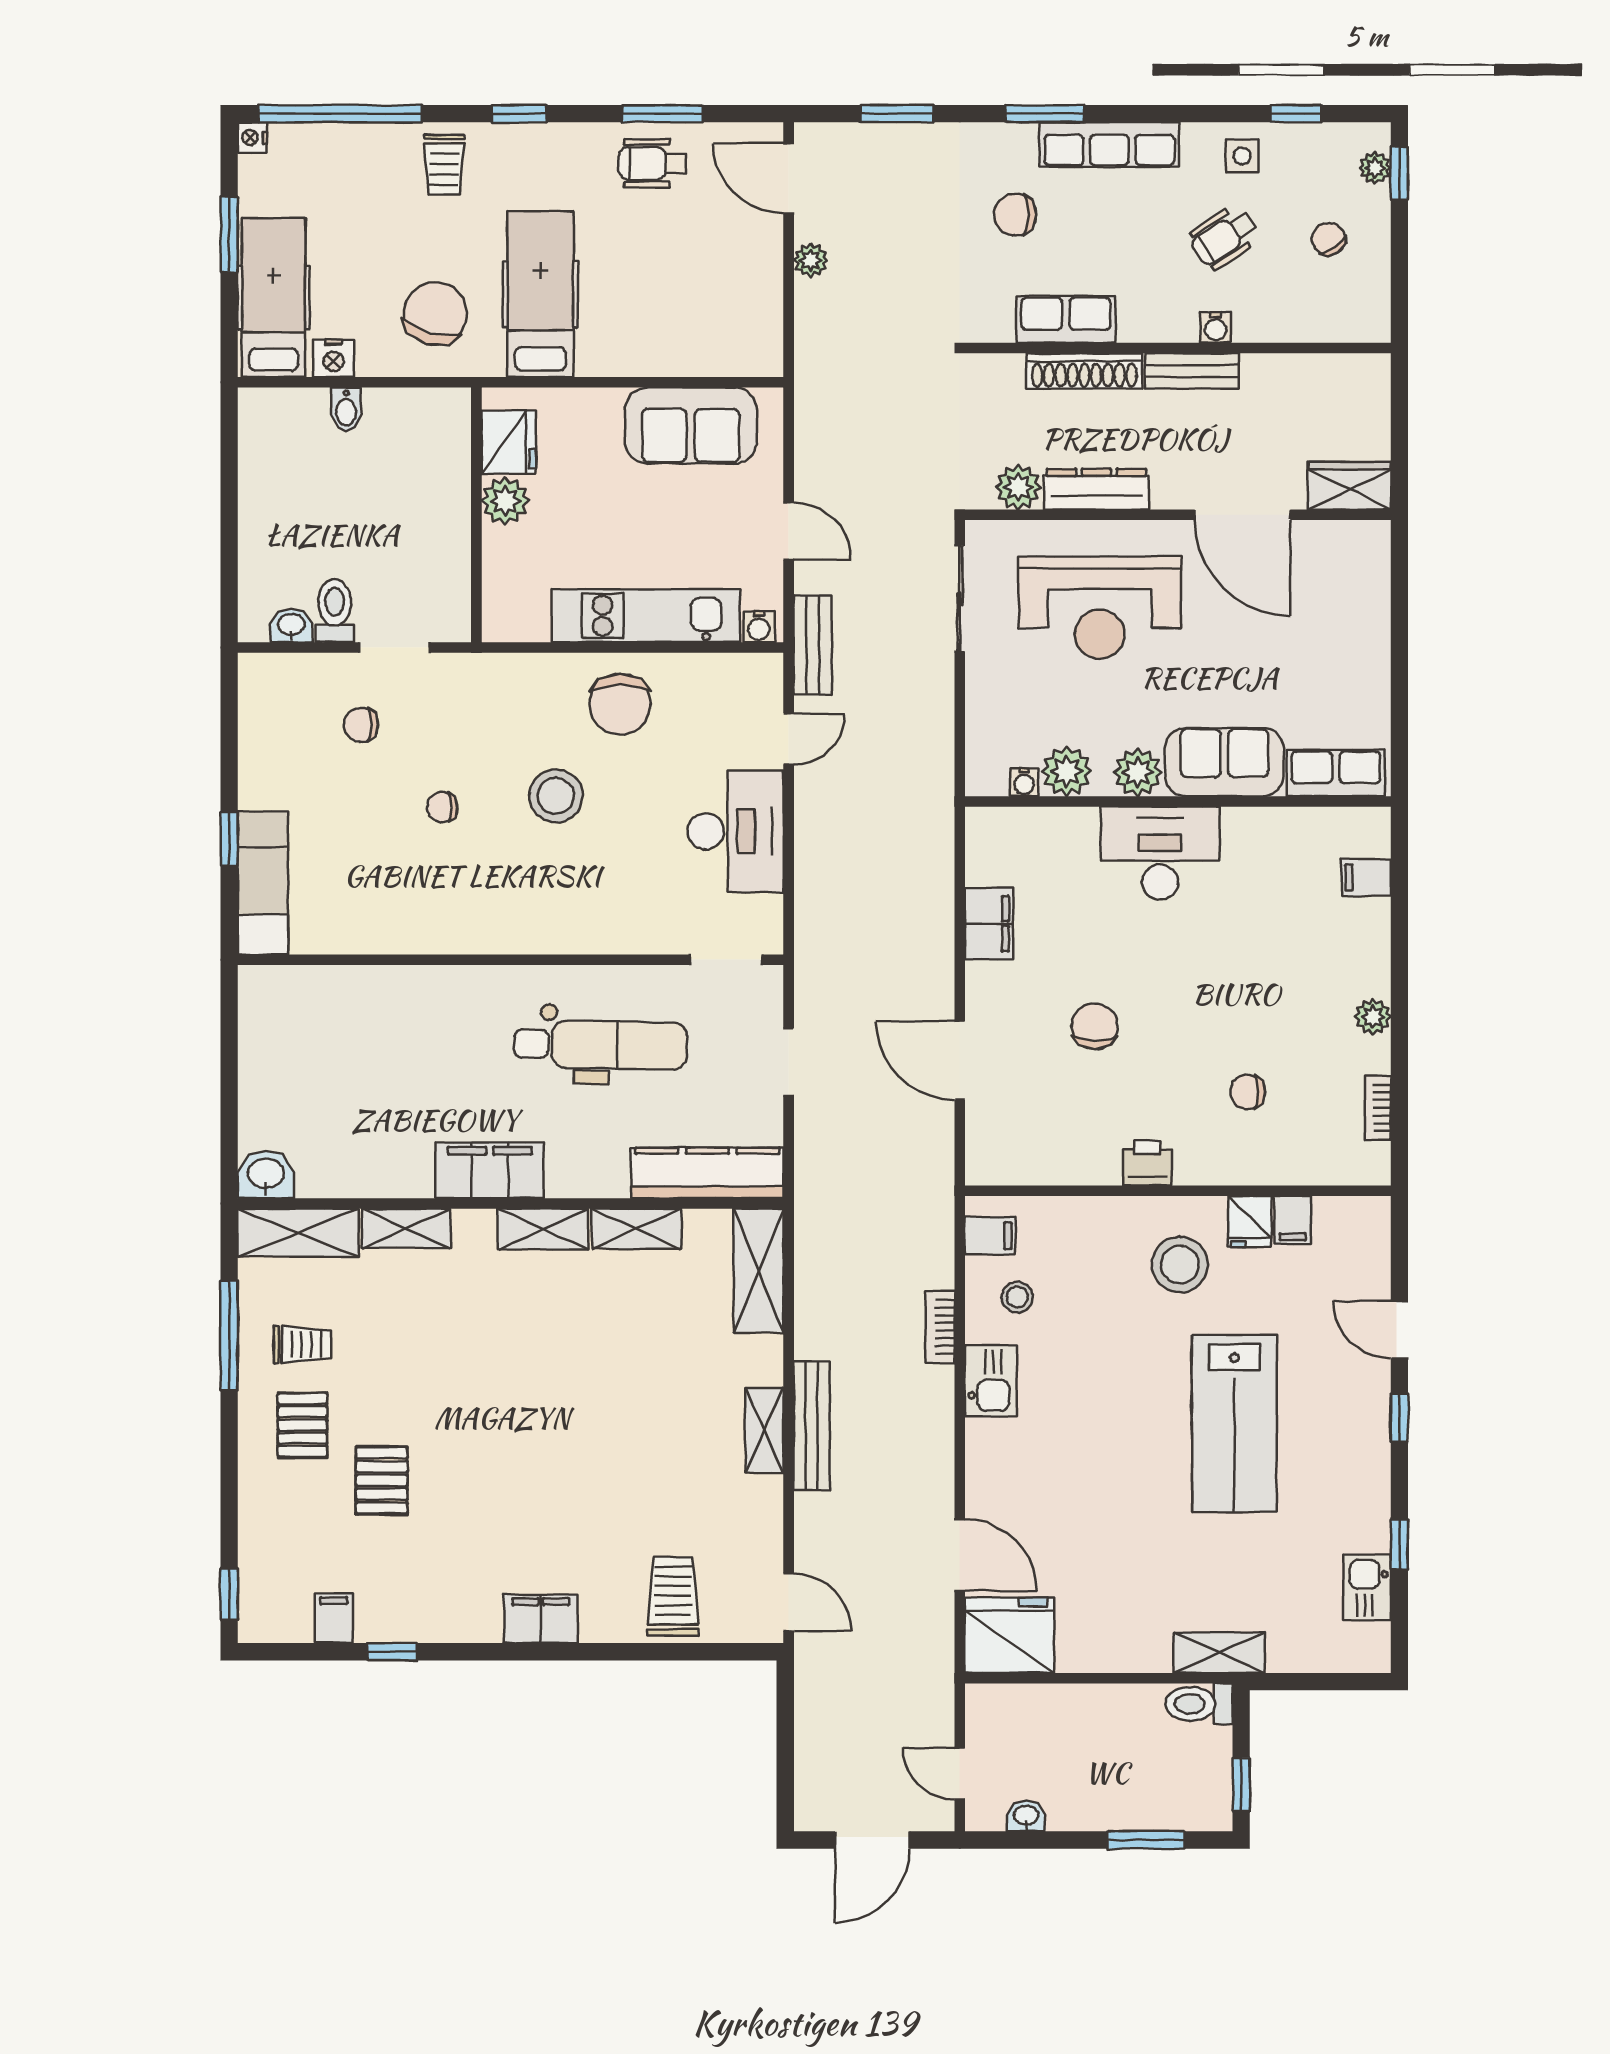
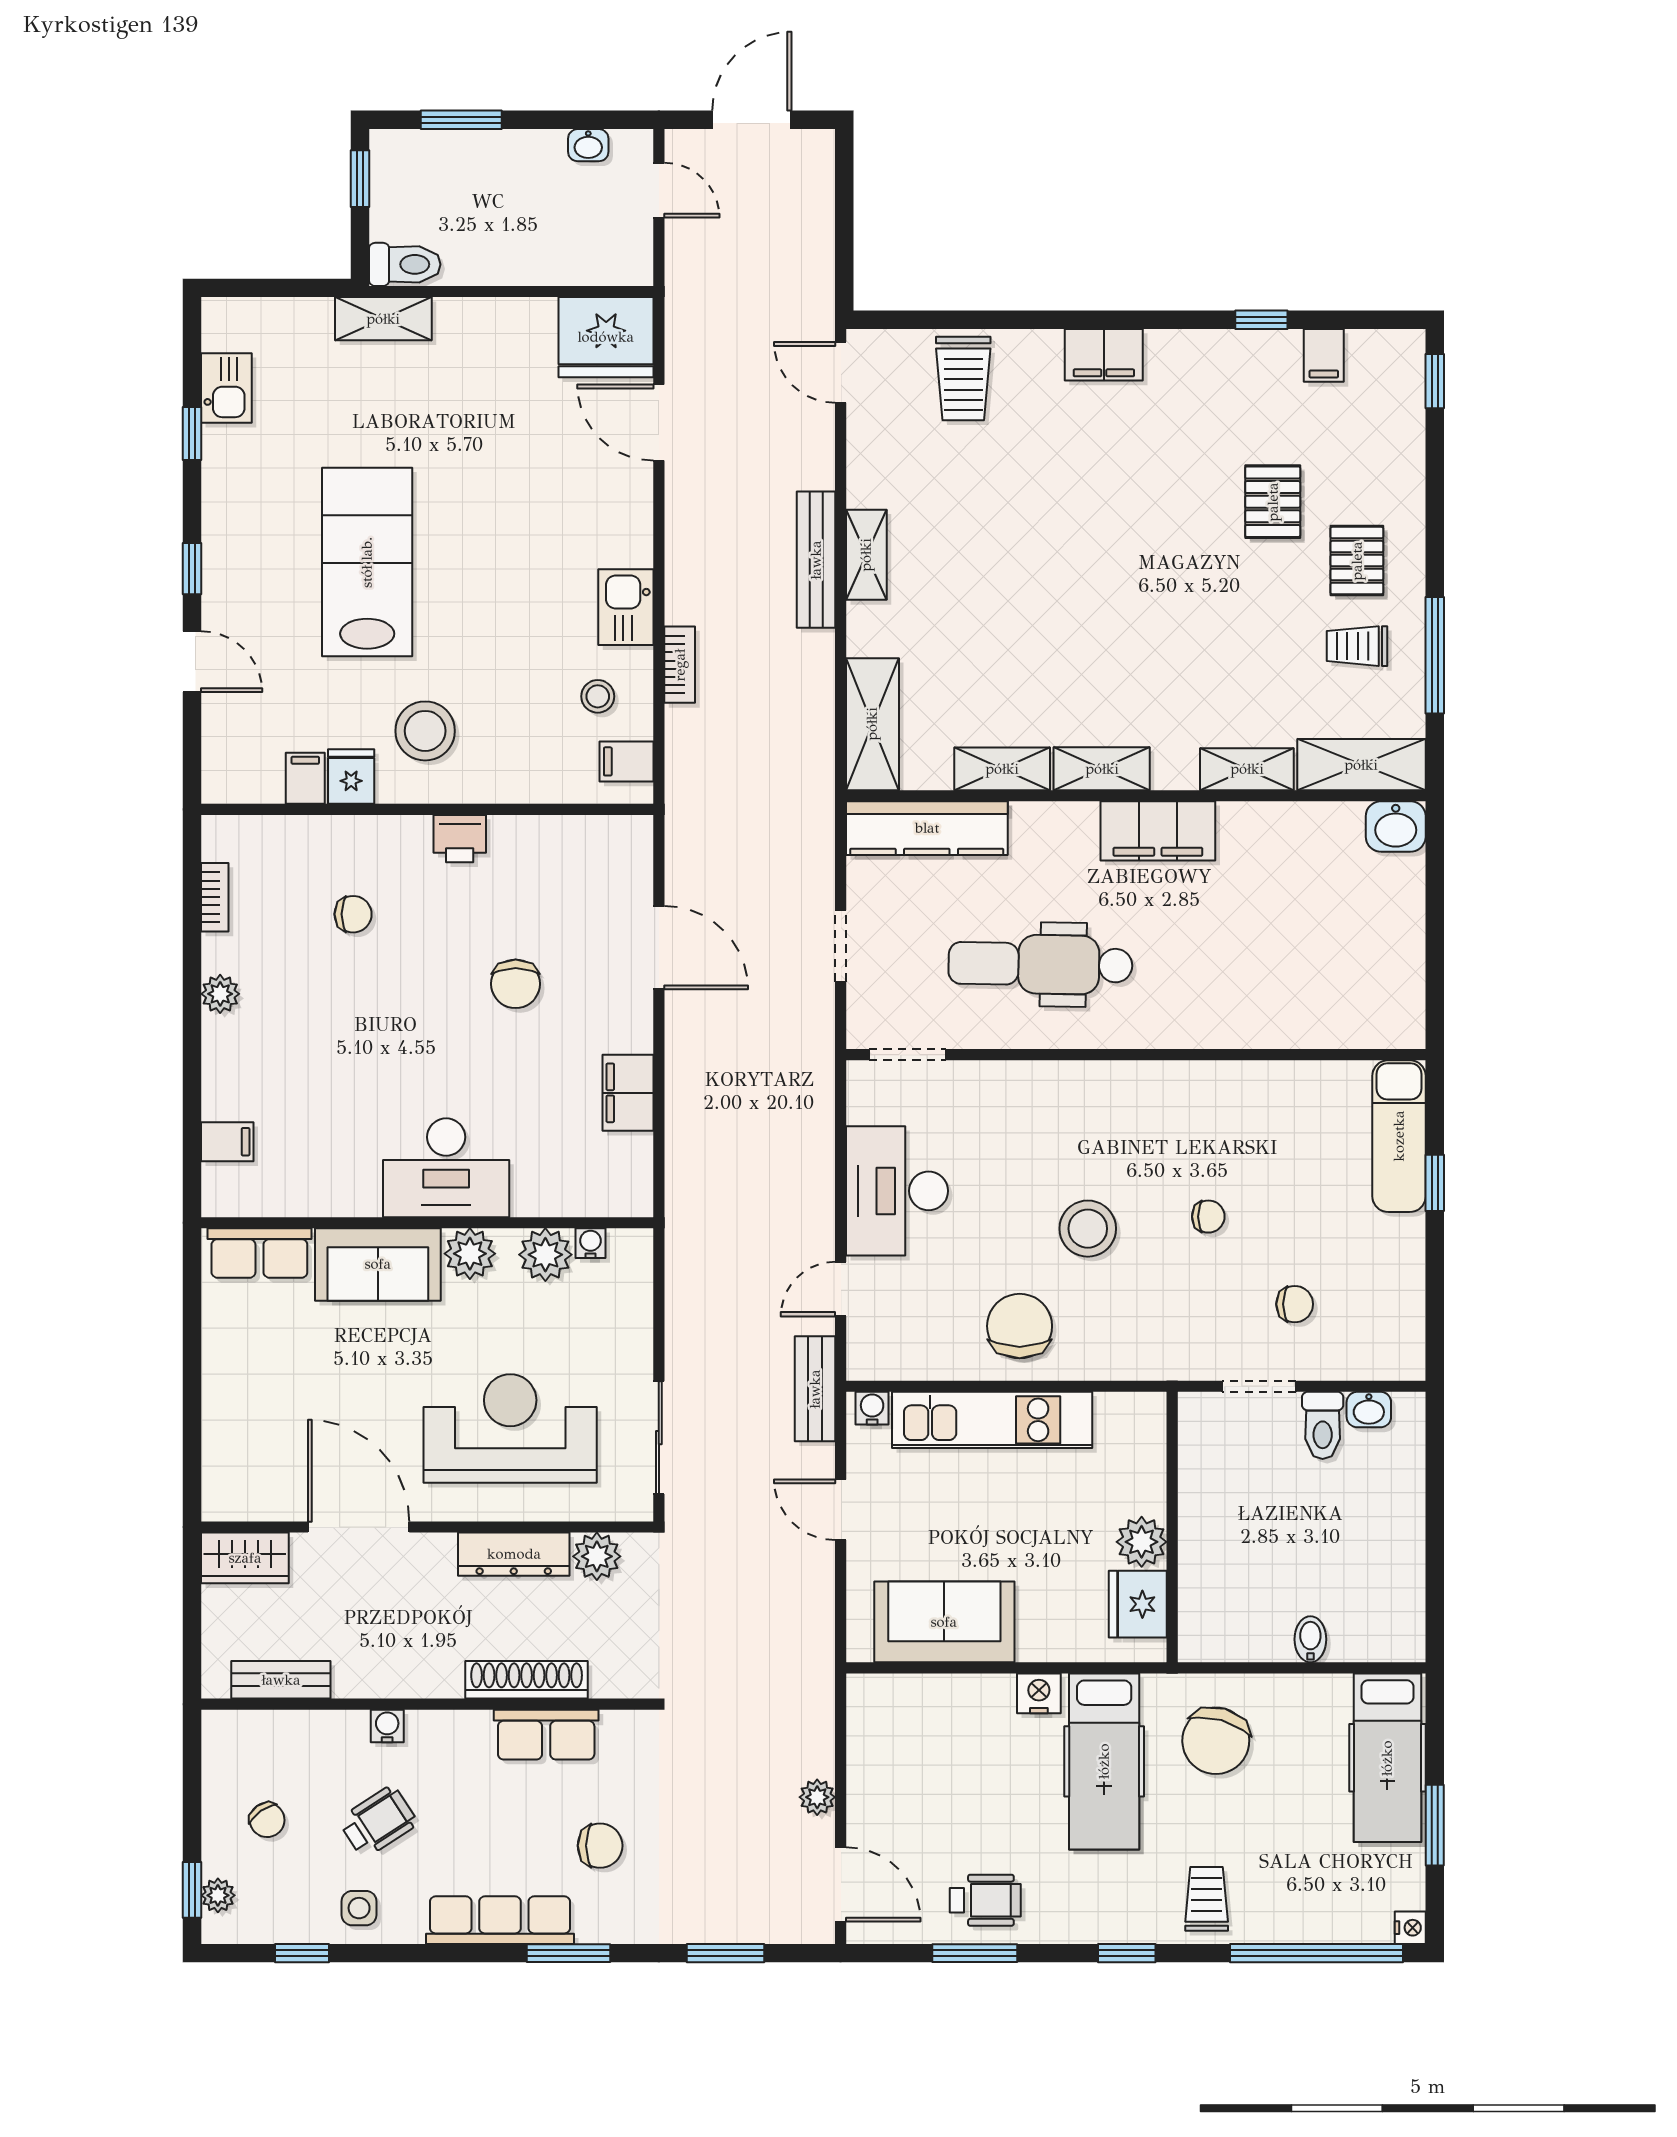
nightstand: (333, 358) -> (1039, 1693), moved
bench: (1192, 371) -> (281, 1680), moved

